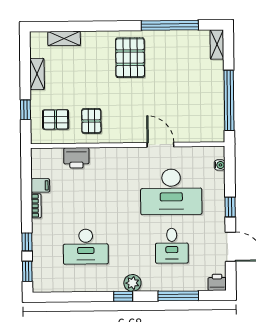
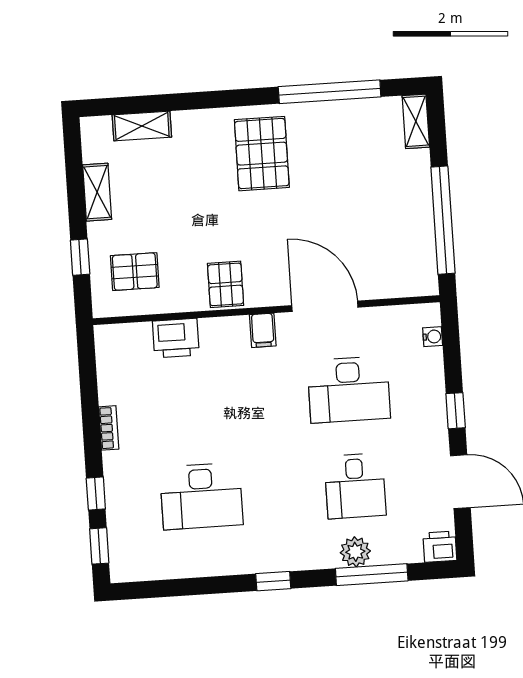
pallet: (91, 121) -> (226, 284), moved
door: (160, 145) -> (325, 306), width x1.36
filing cabinet: (40, 185) -> (263, 330), moved, turned 90
desk: (171, 192) -> (349, 389), width x0.73, depth x0.77
plant: (132, 283) -> (355, 552), moved

